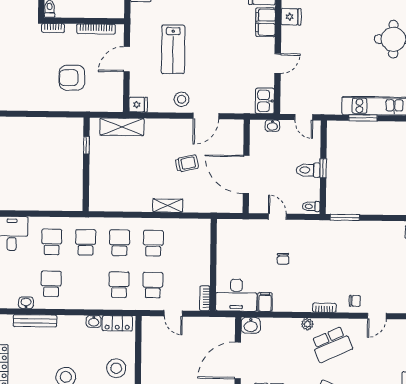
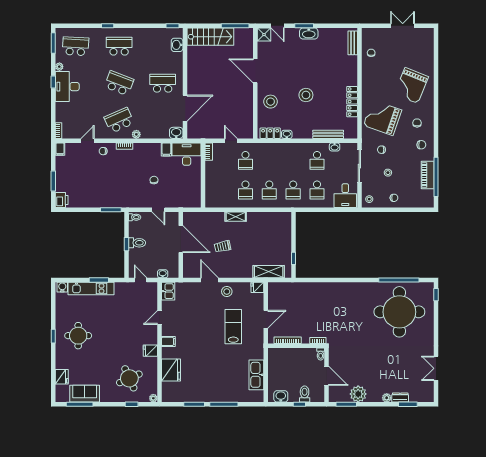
filing cabinet: (265, 22) -> (168, 341), width x0.50
armchair: (72, 78) -> (304, 306), removed
door: (206, 116) -> (209, 280), hinge flipped
school desk: (119, 285) -> (269, 160), removed

